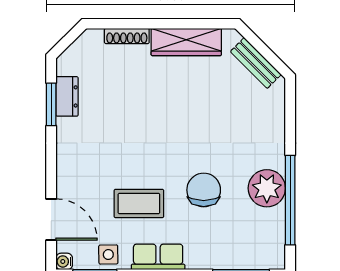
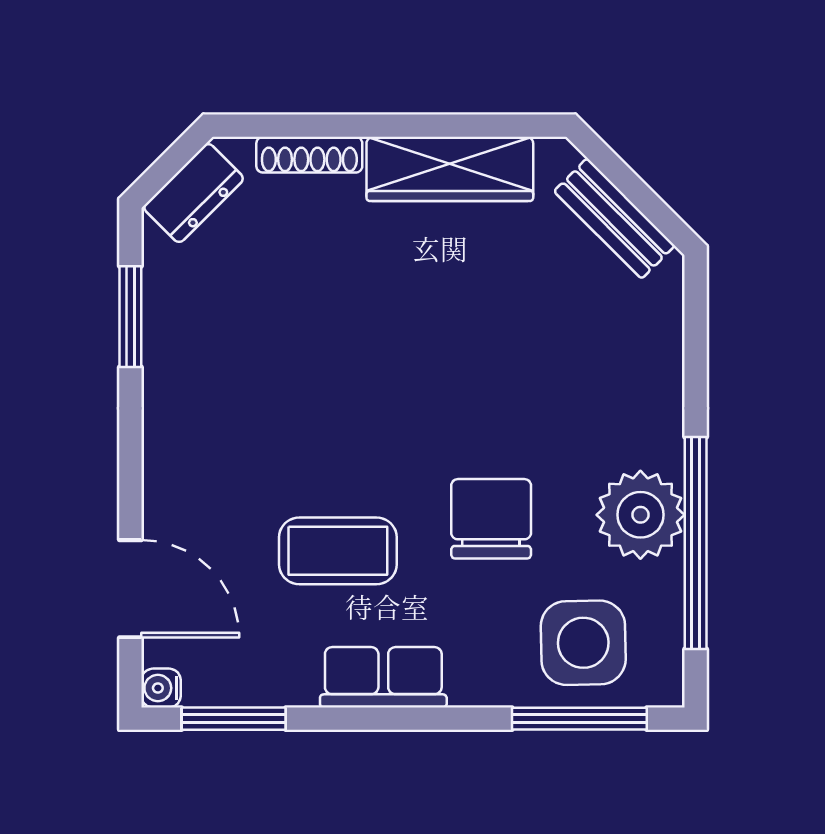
dresser: (67, 96) -> (194, 193), moved, turned 45
side table: (108, 255) -> (583, 643), moved, width x1.87, depth x1.87

